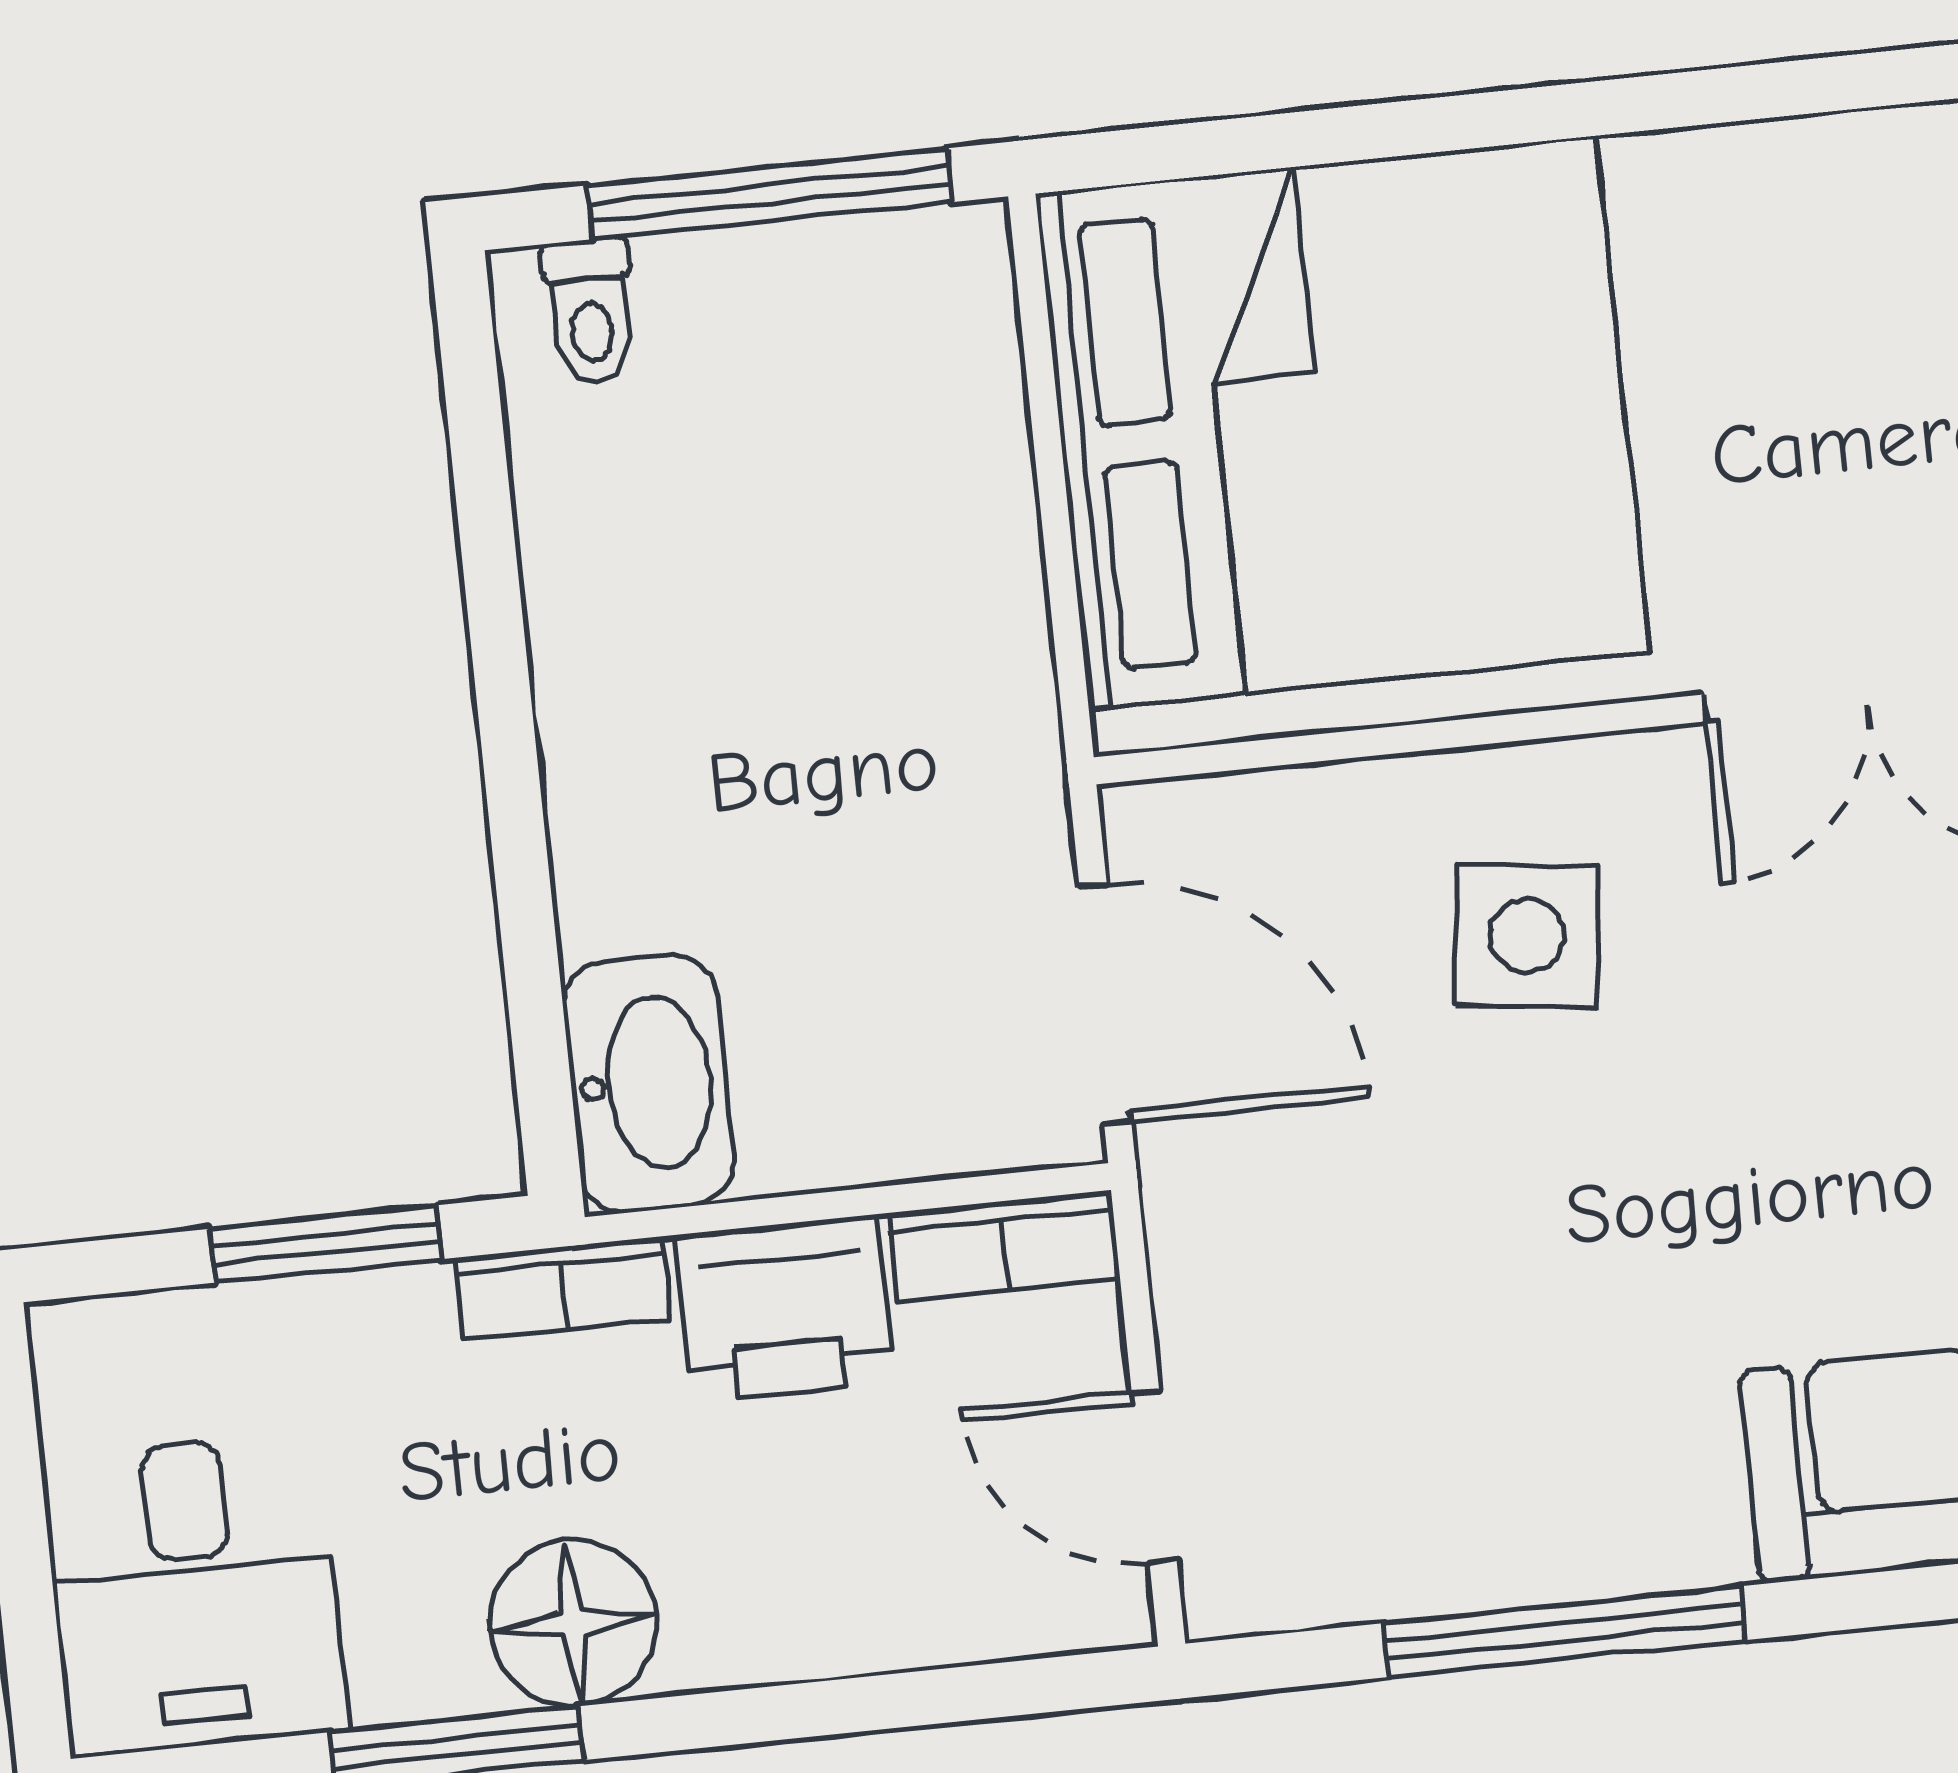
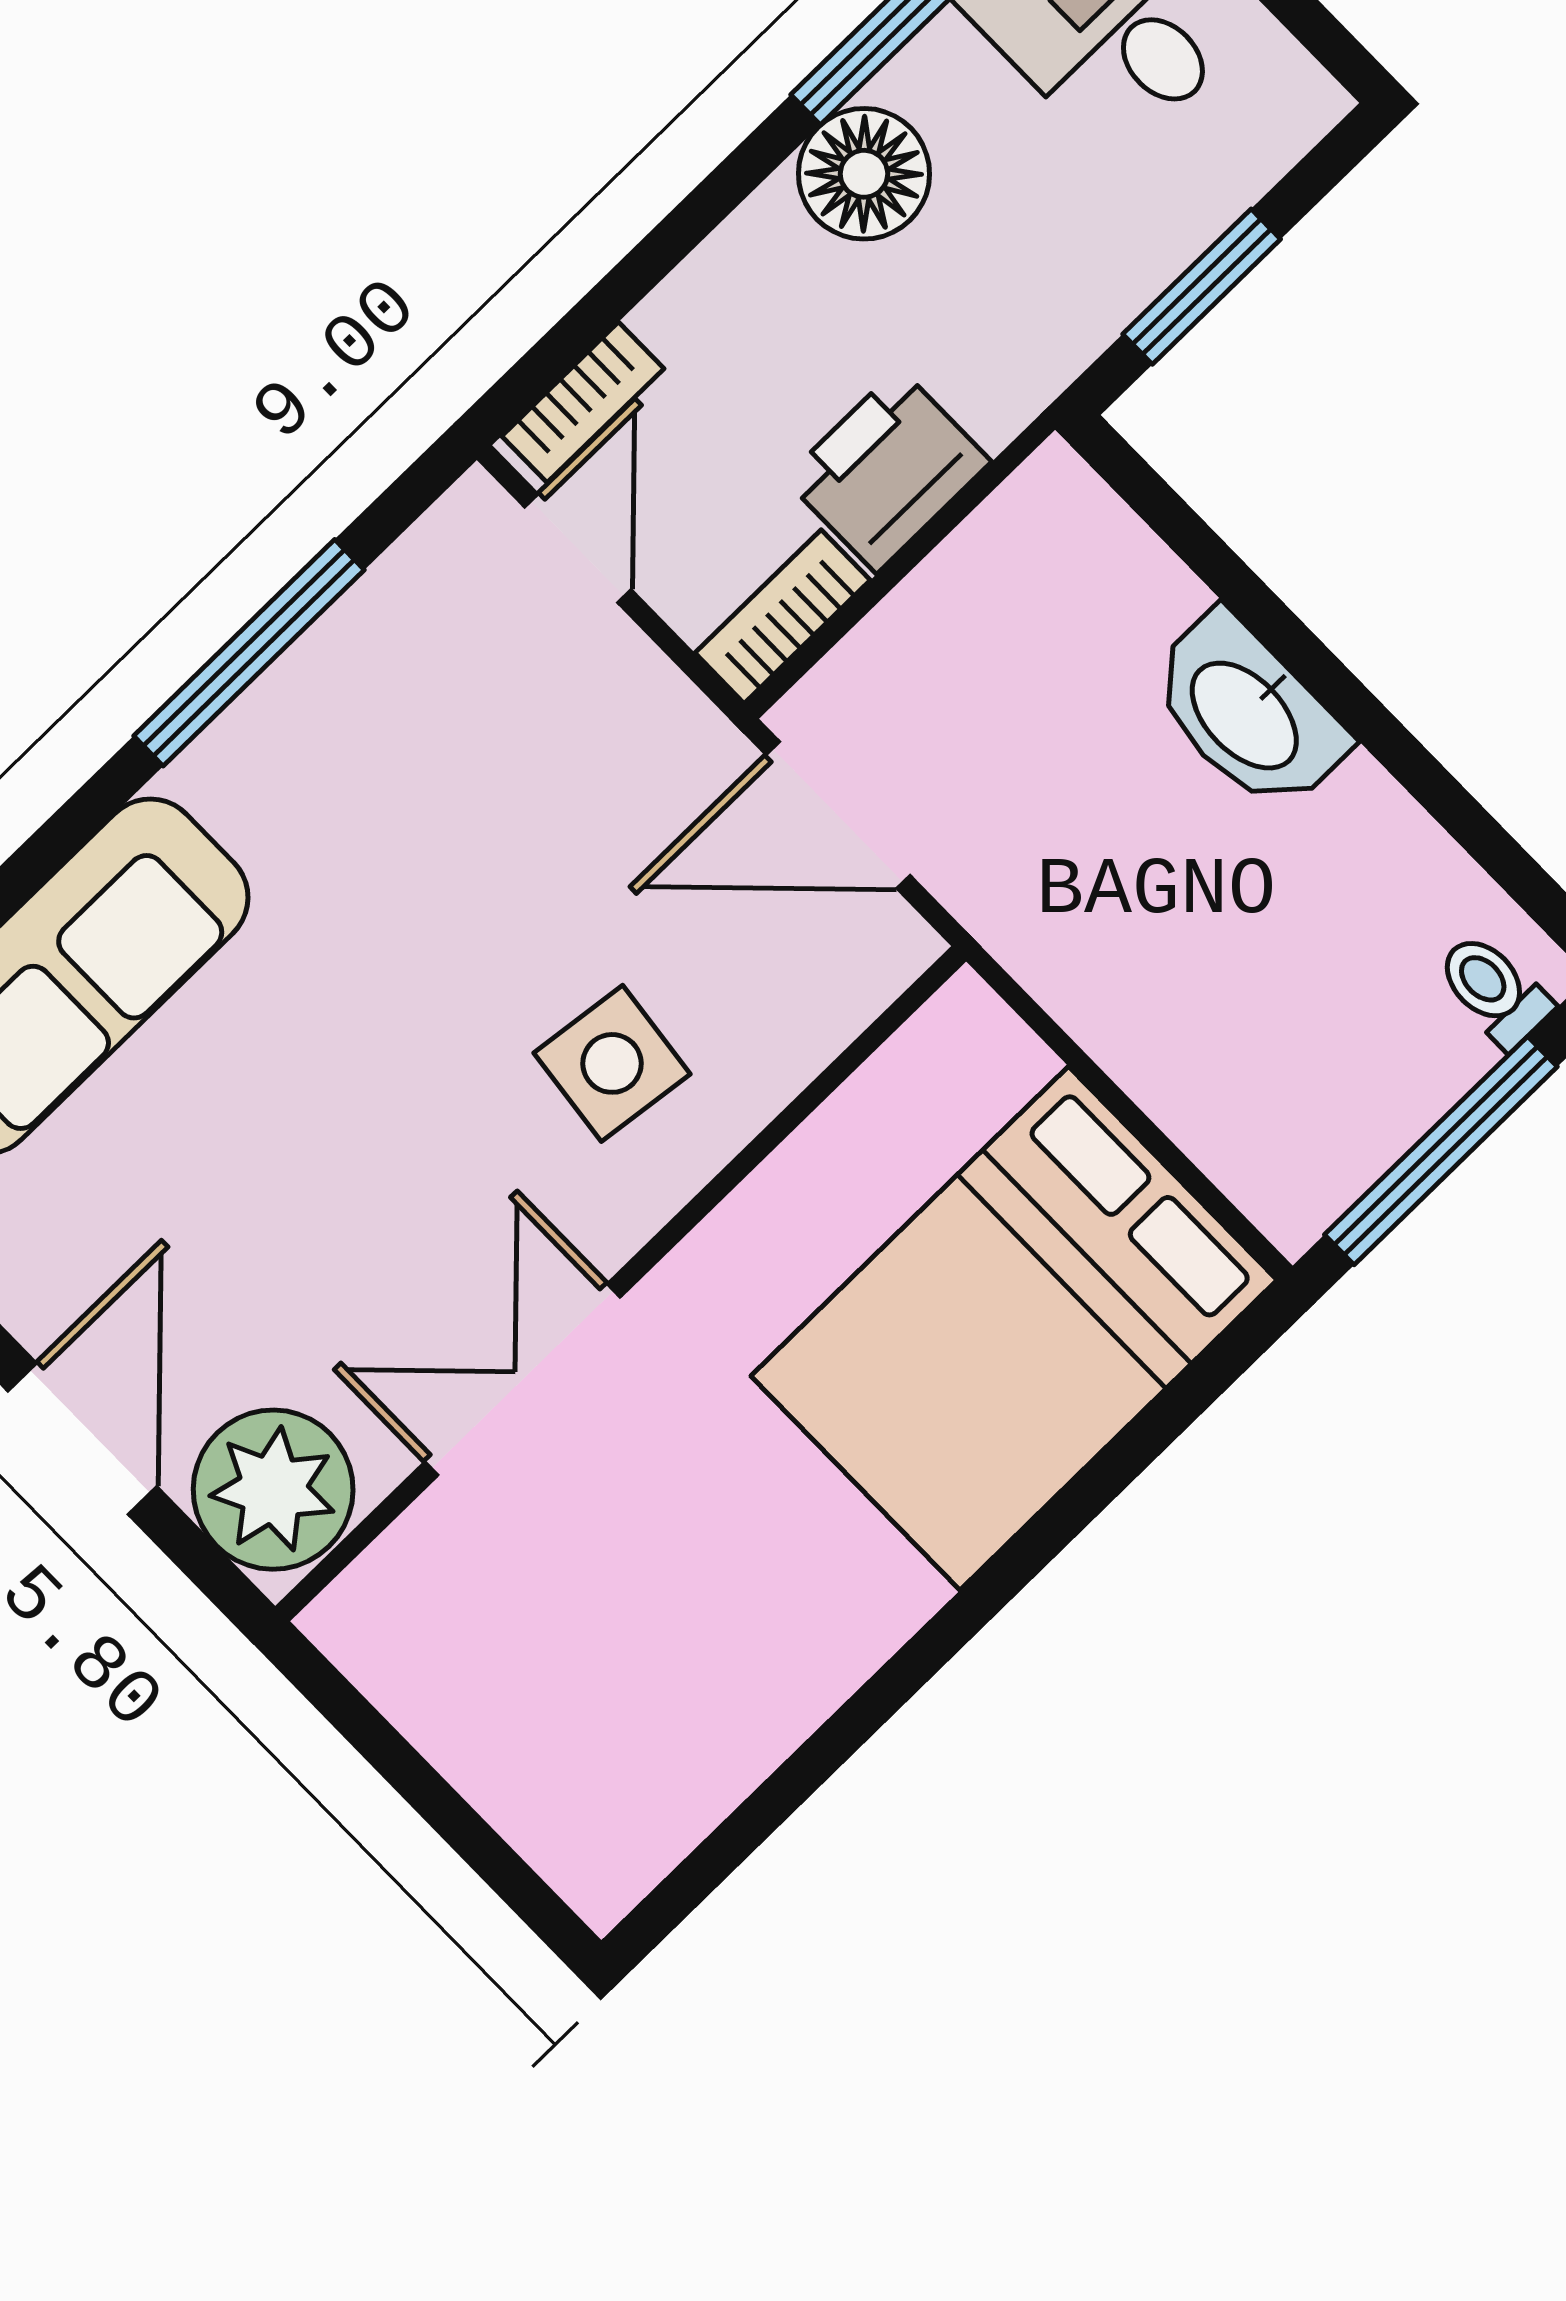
bed: (1342, 423) -> (1014, 1328), width x0.73
washbasin: (648, 1084) -> (1247, 713), moved
bookcase: (563, 1288) -> (583, 402), moved, turned 180
door: (1154, 1476) -> (578, 548), hinge flipped

